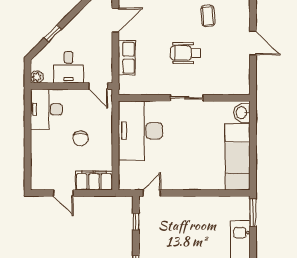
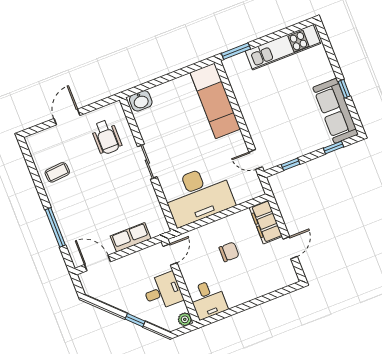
wheelchair: (185, 53) -> (106, 137), moved
desk: (46, 109) -> (208, 299), width x0.73
exam couch: (238, 157) -> (215, 101), moved, turned 90

